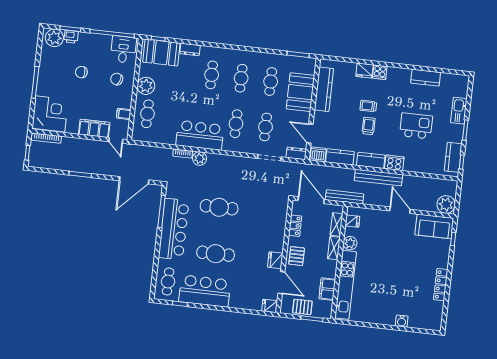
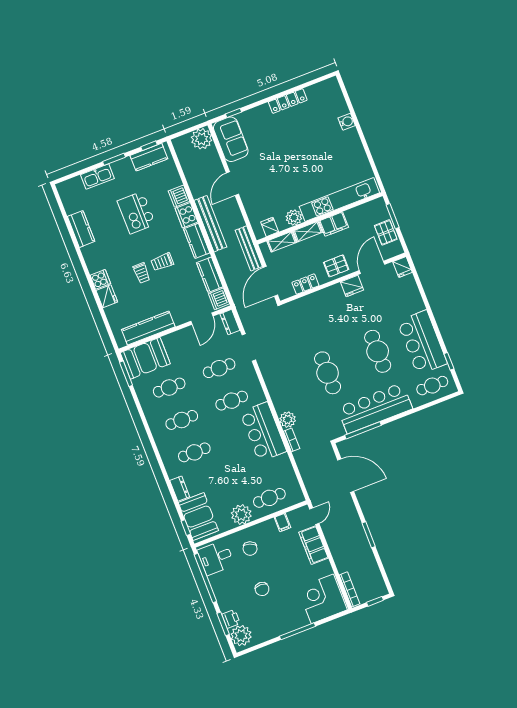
booth: (300, 92) -> (145, 358), moved
dishwasher: (412, 165) -> (179, 196), added
filing cabinet: (327, 289) -> (334, 224), moved

